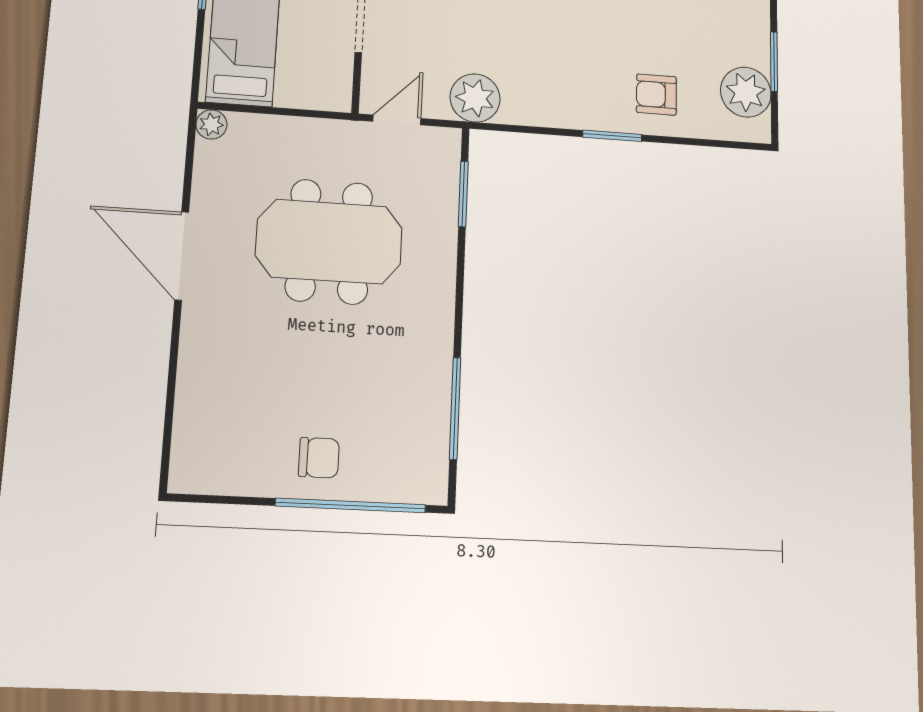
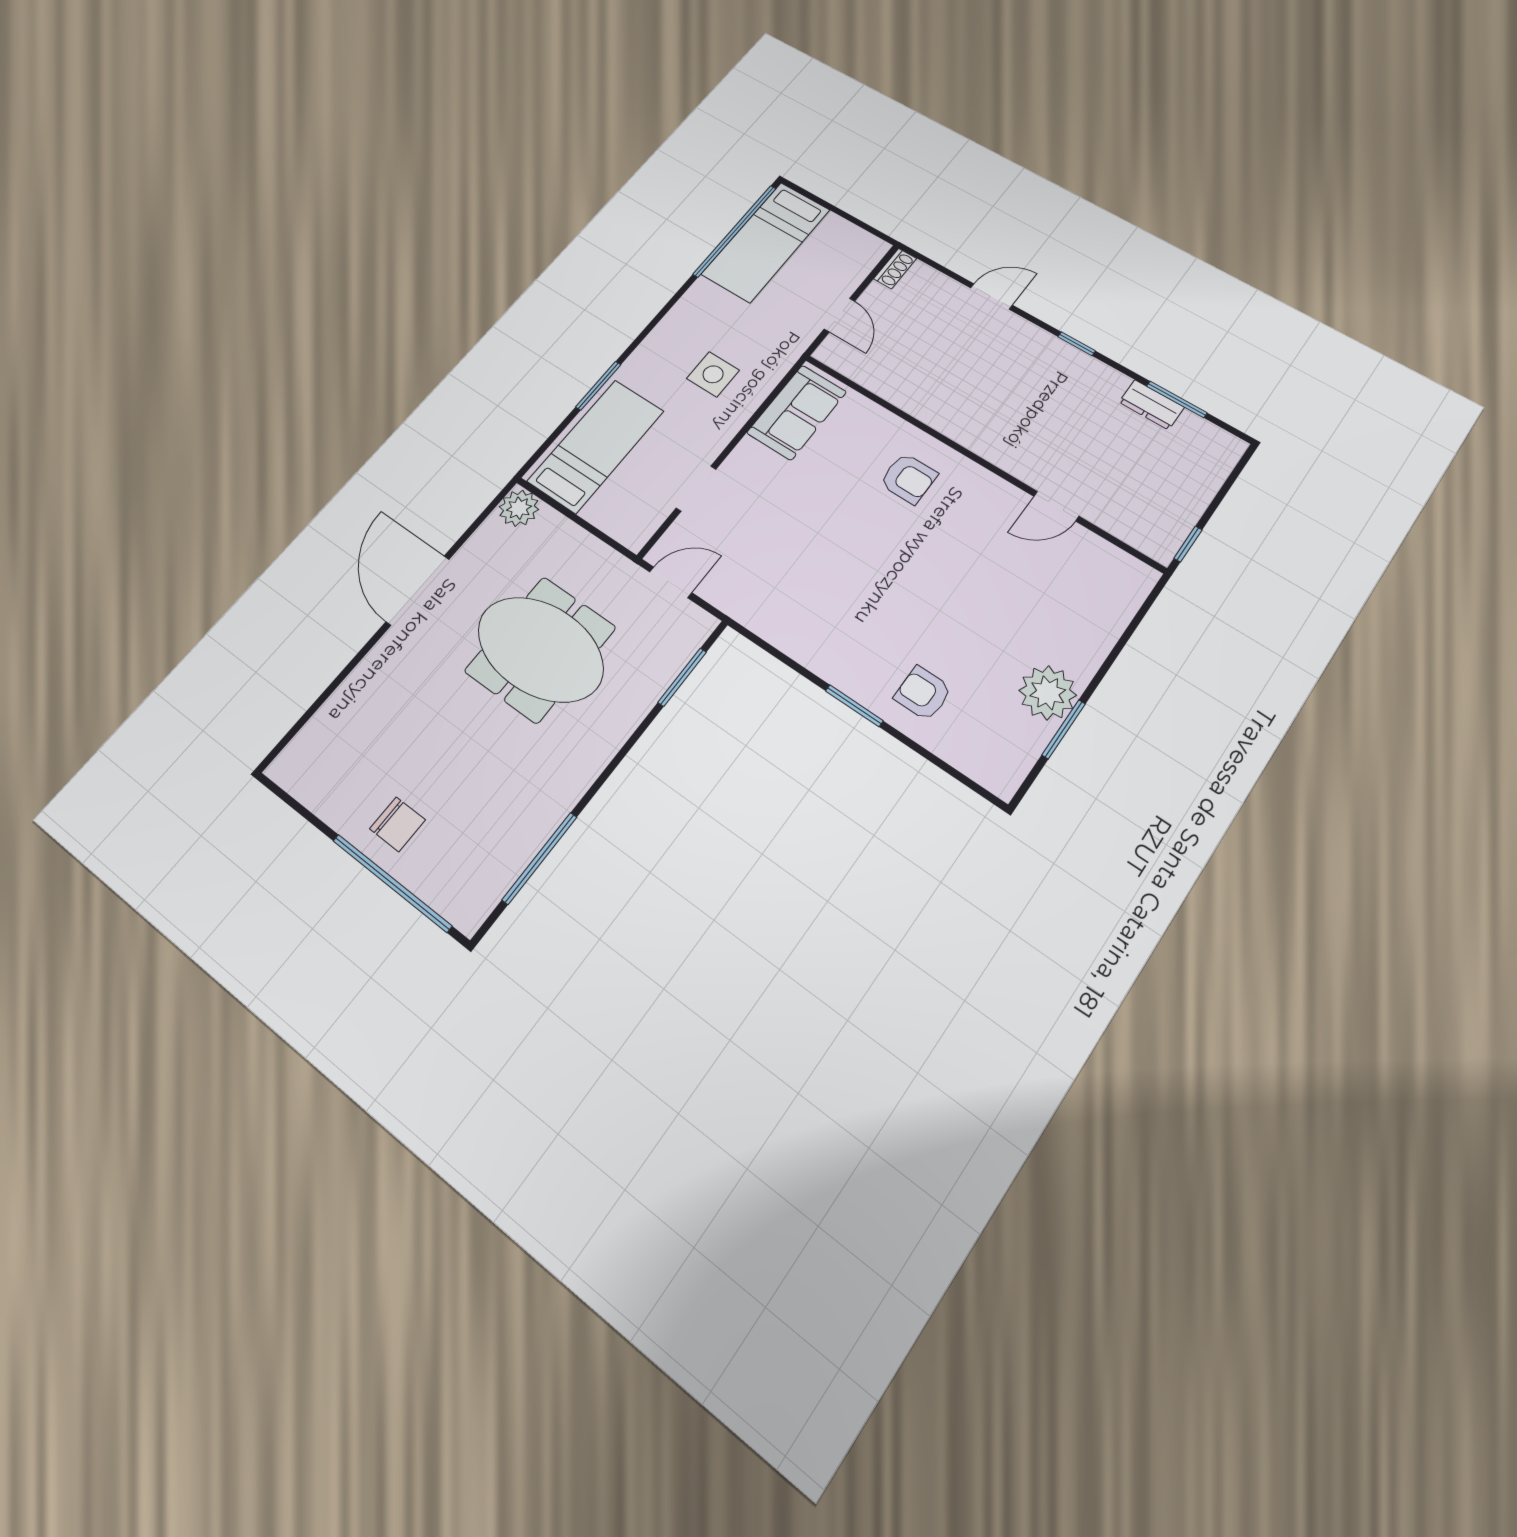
plant: (746, 92) -> (1048, 693), moved
plant: (475, 98) -> (752, 602), removed
plant: (211, 124) -> (519, 508), width x1.38, depth x1.38

